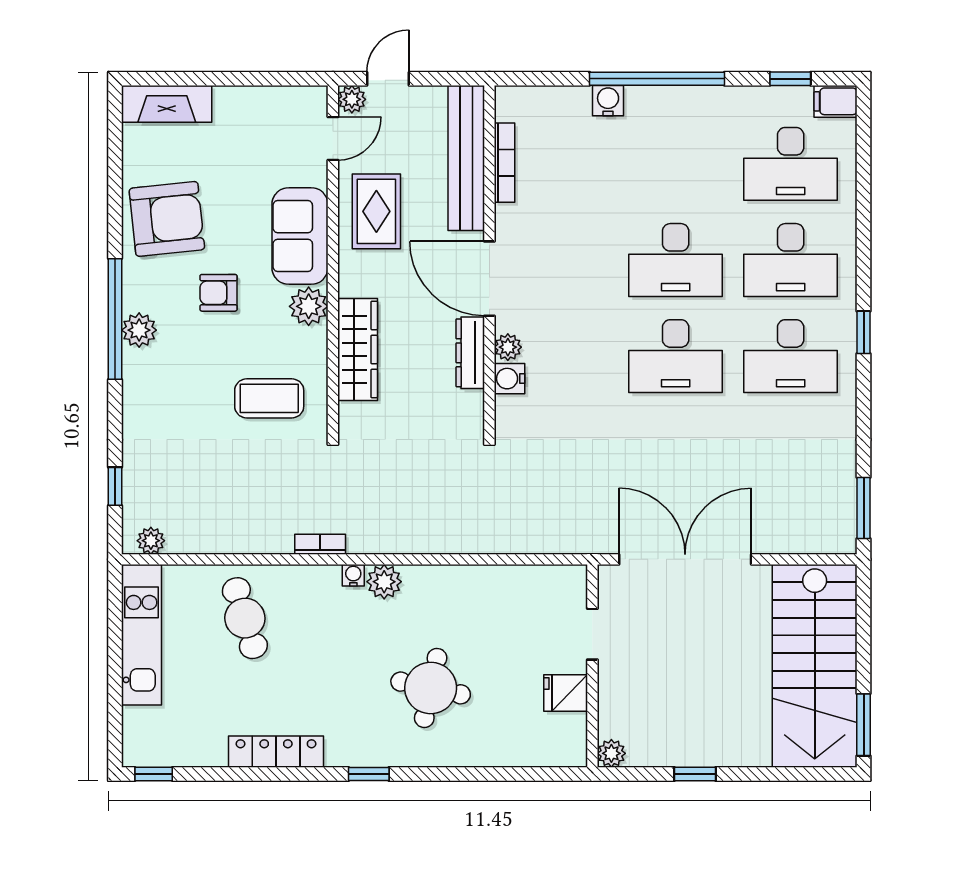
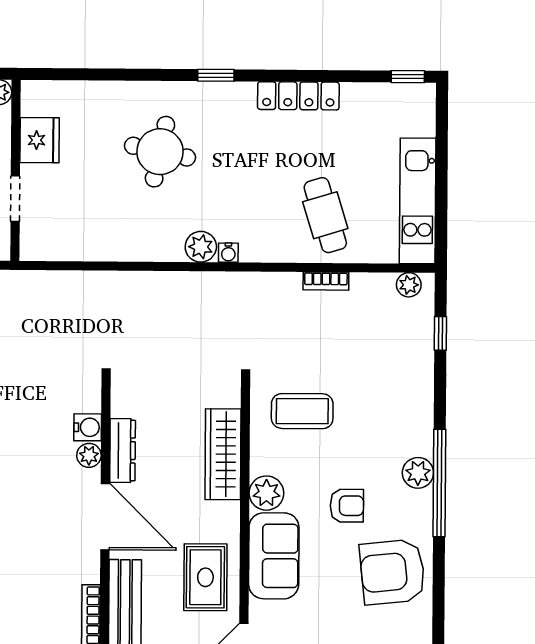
bookcase: (320, 544) -> (326, 281), moved
fridge: (566, 693) -> (40, 140), width x1.38

